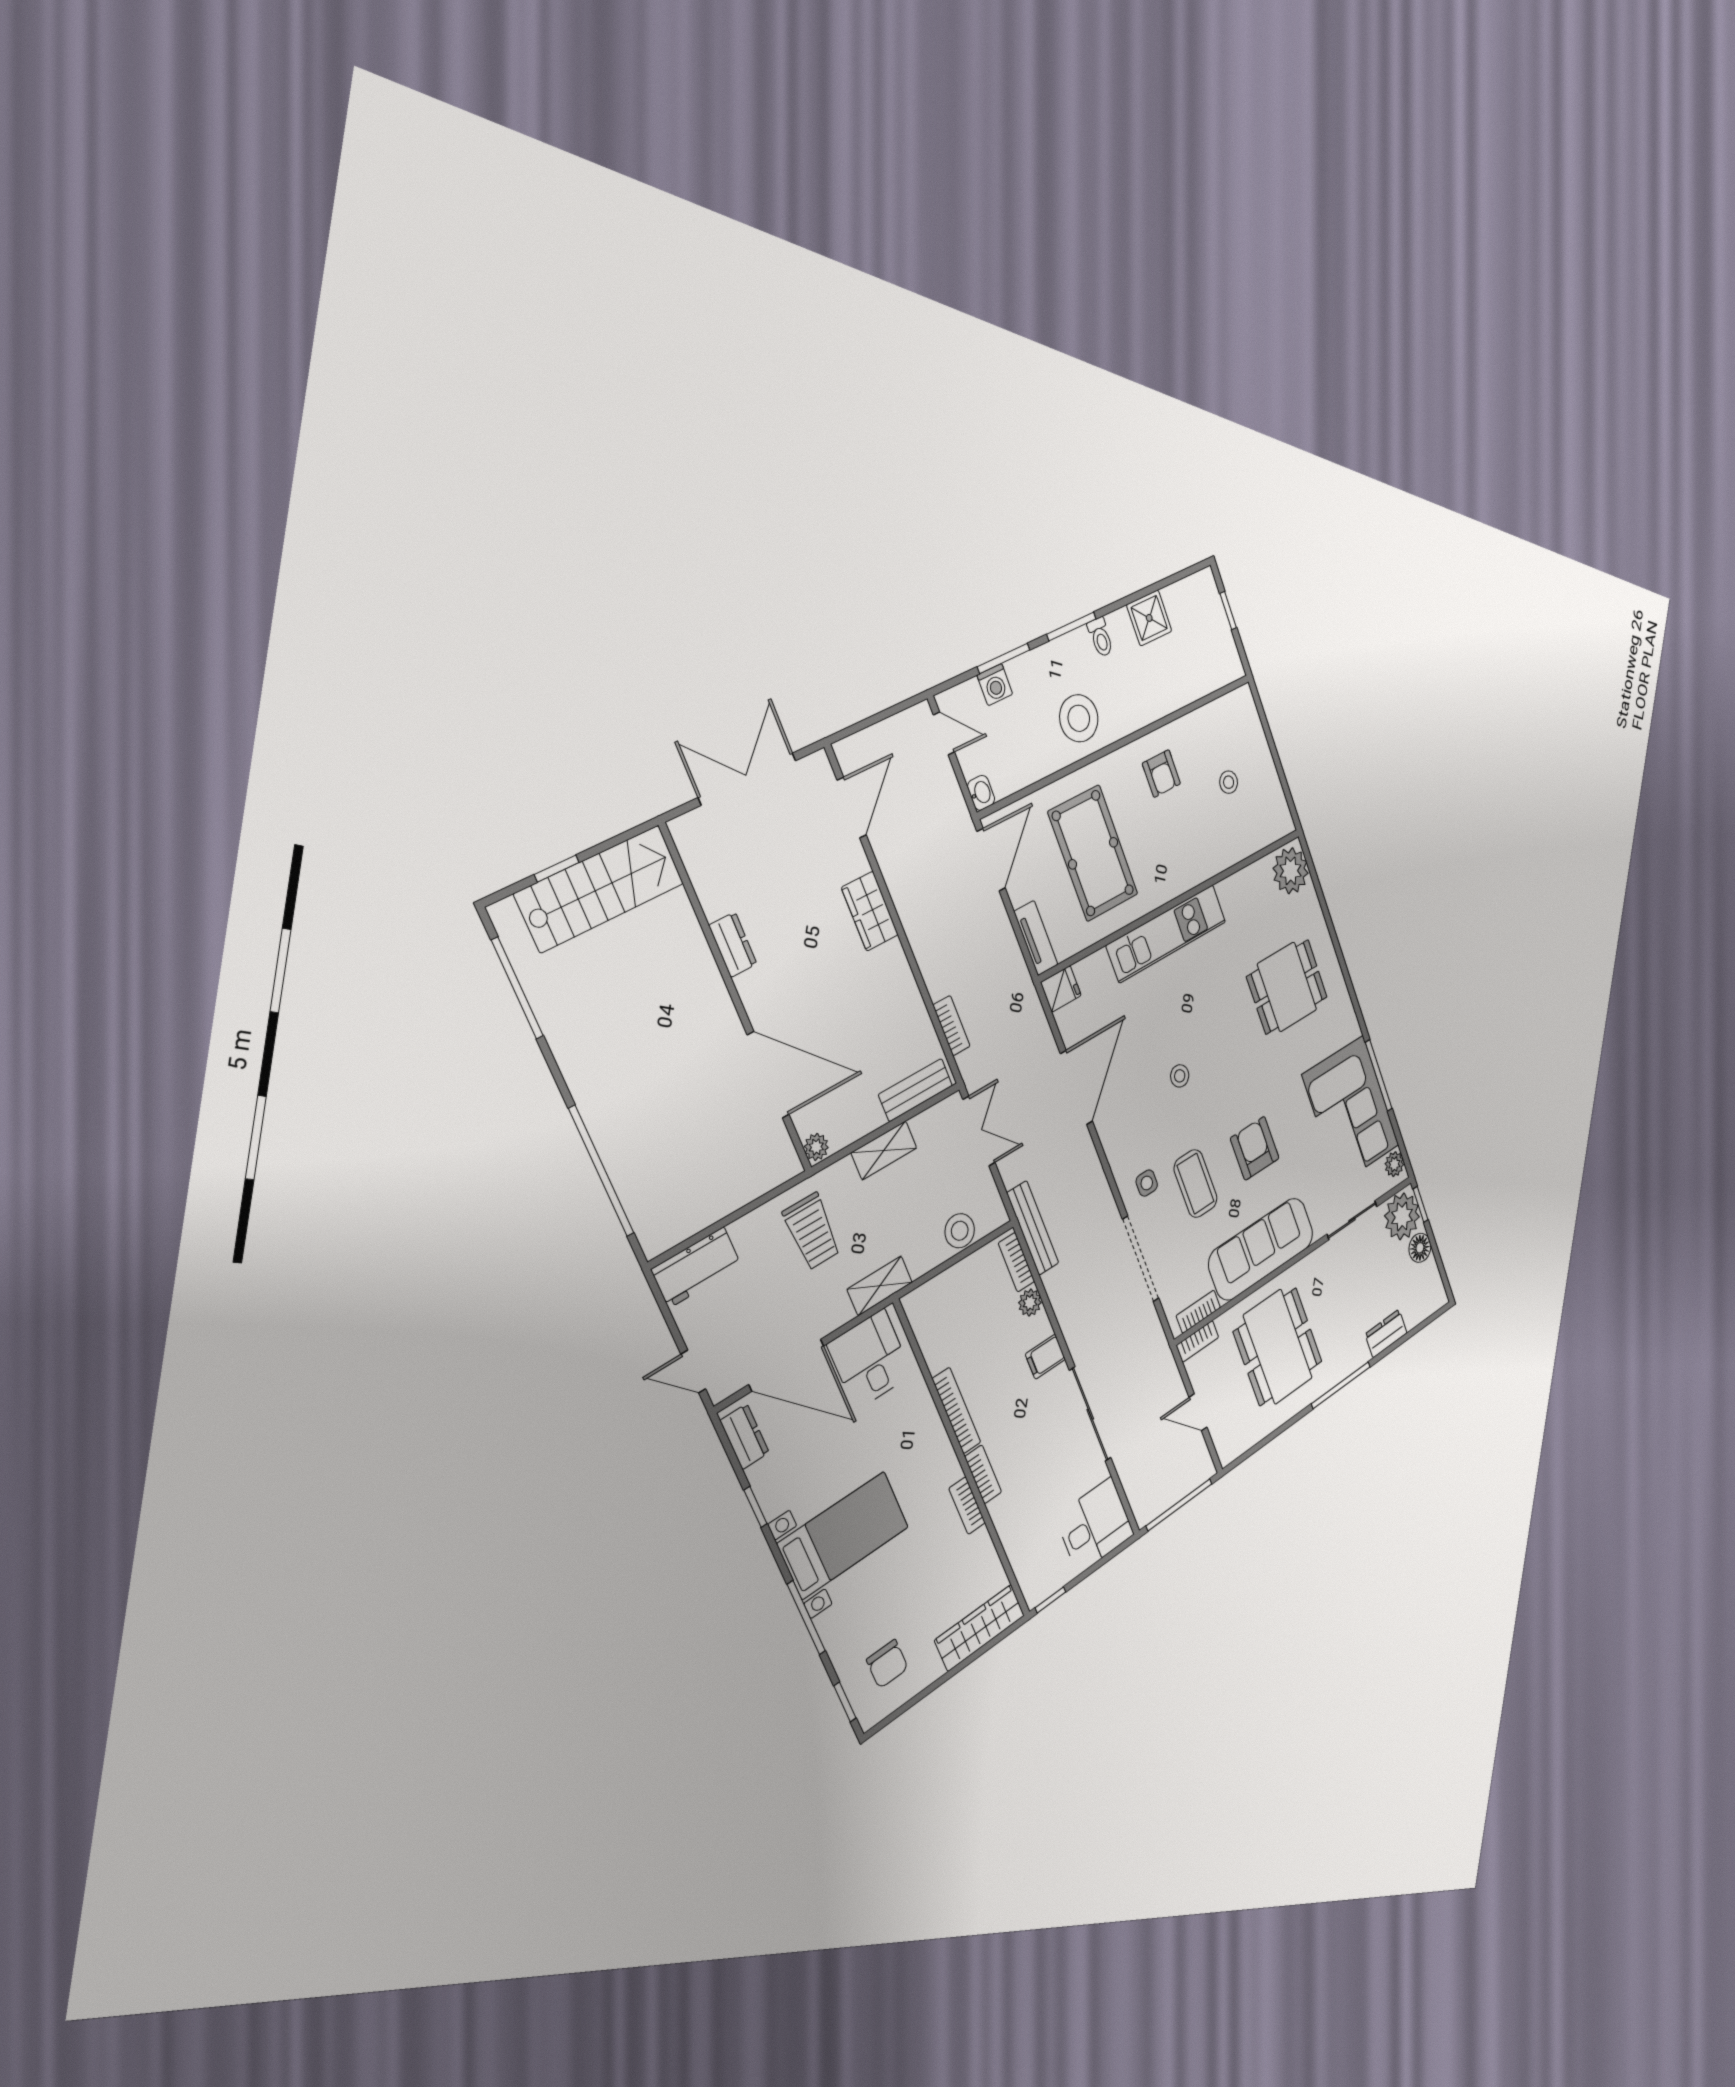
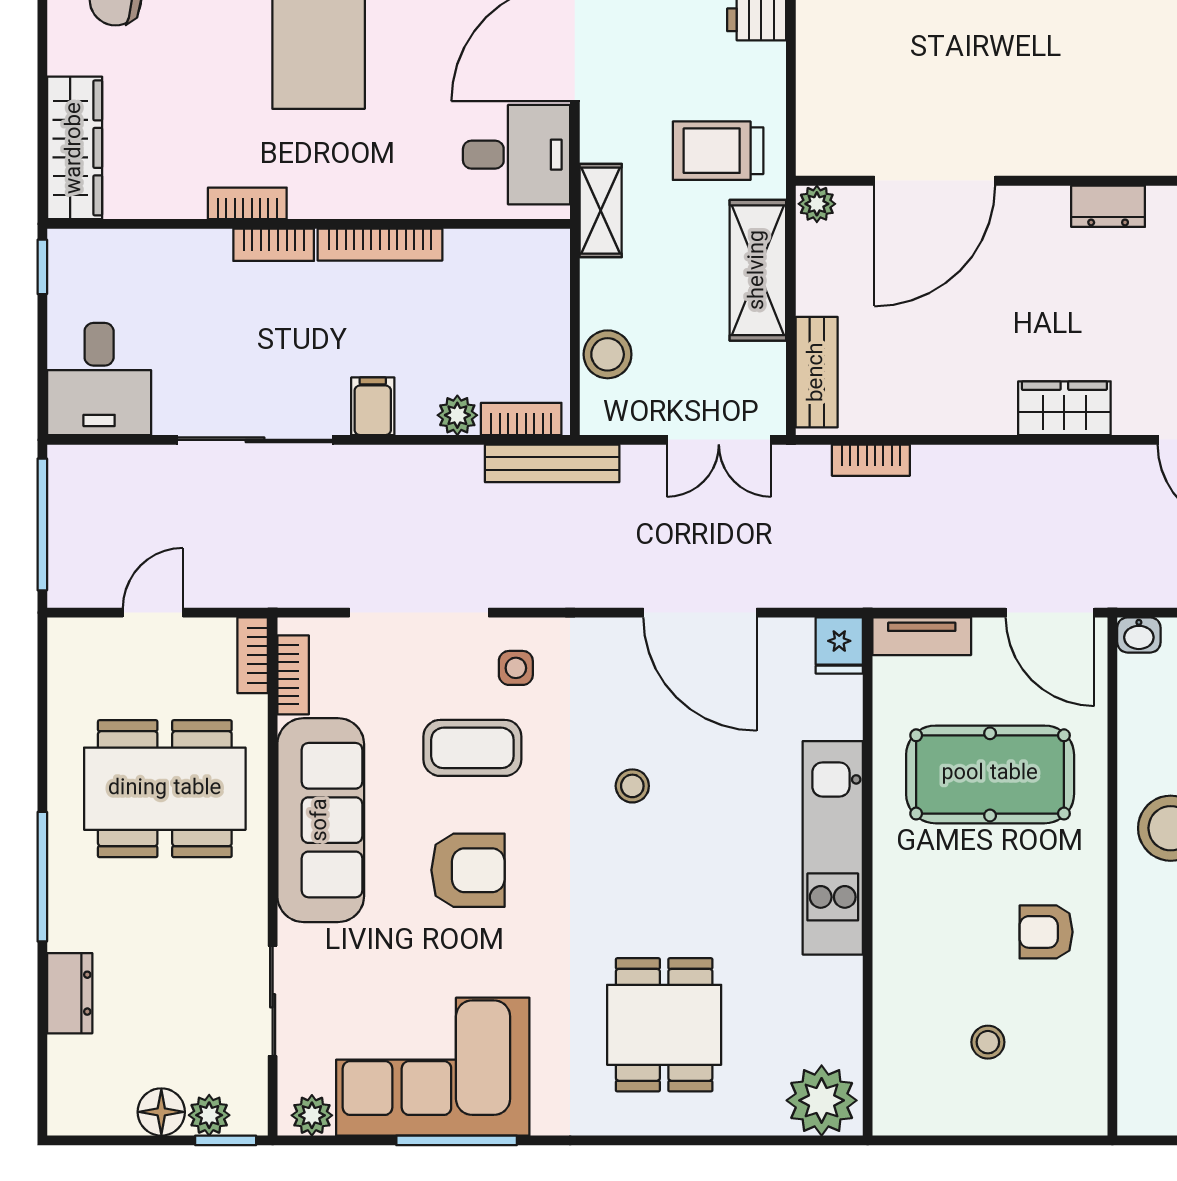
shelving: (884, 1150) -> (758, 270), width x1.50, depth x1.33
plant: (1402, 1216) -> (209, 1115), width x0.53, depth x0.53

